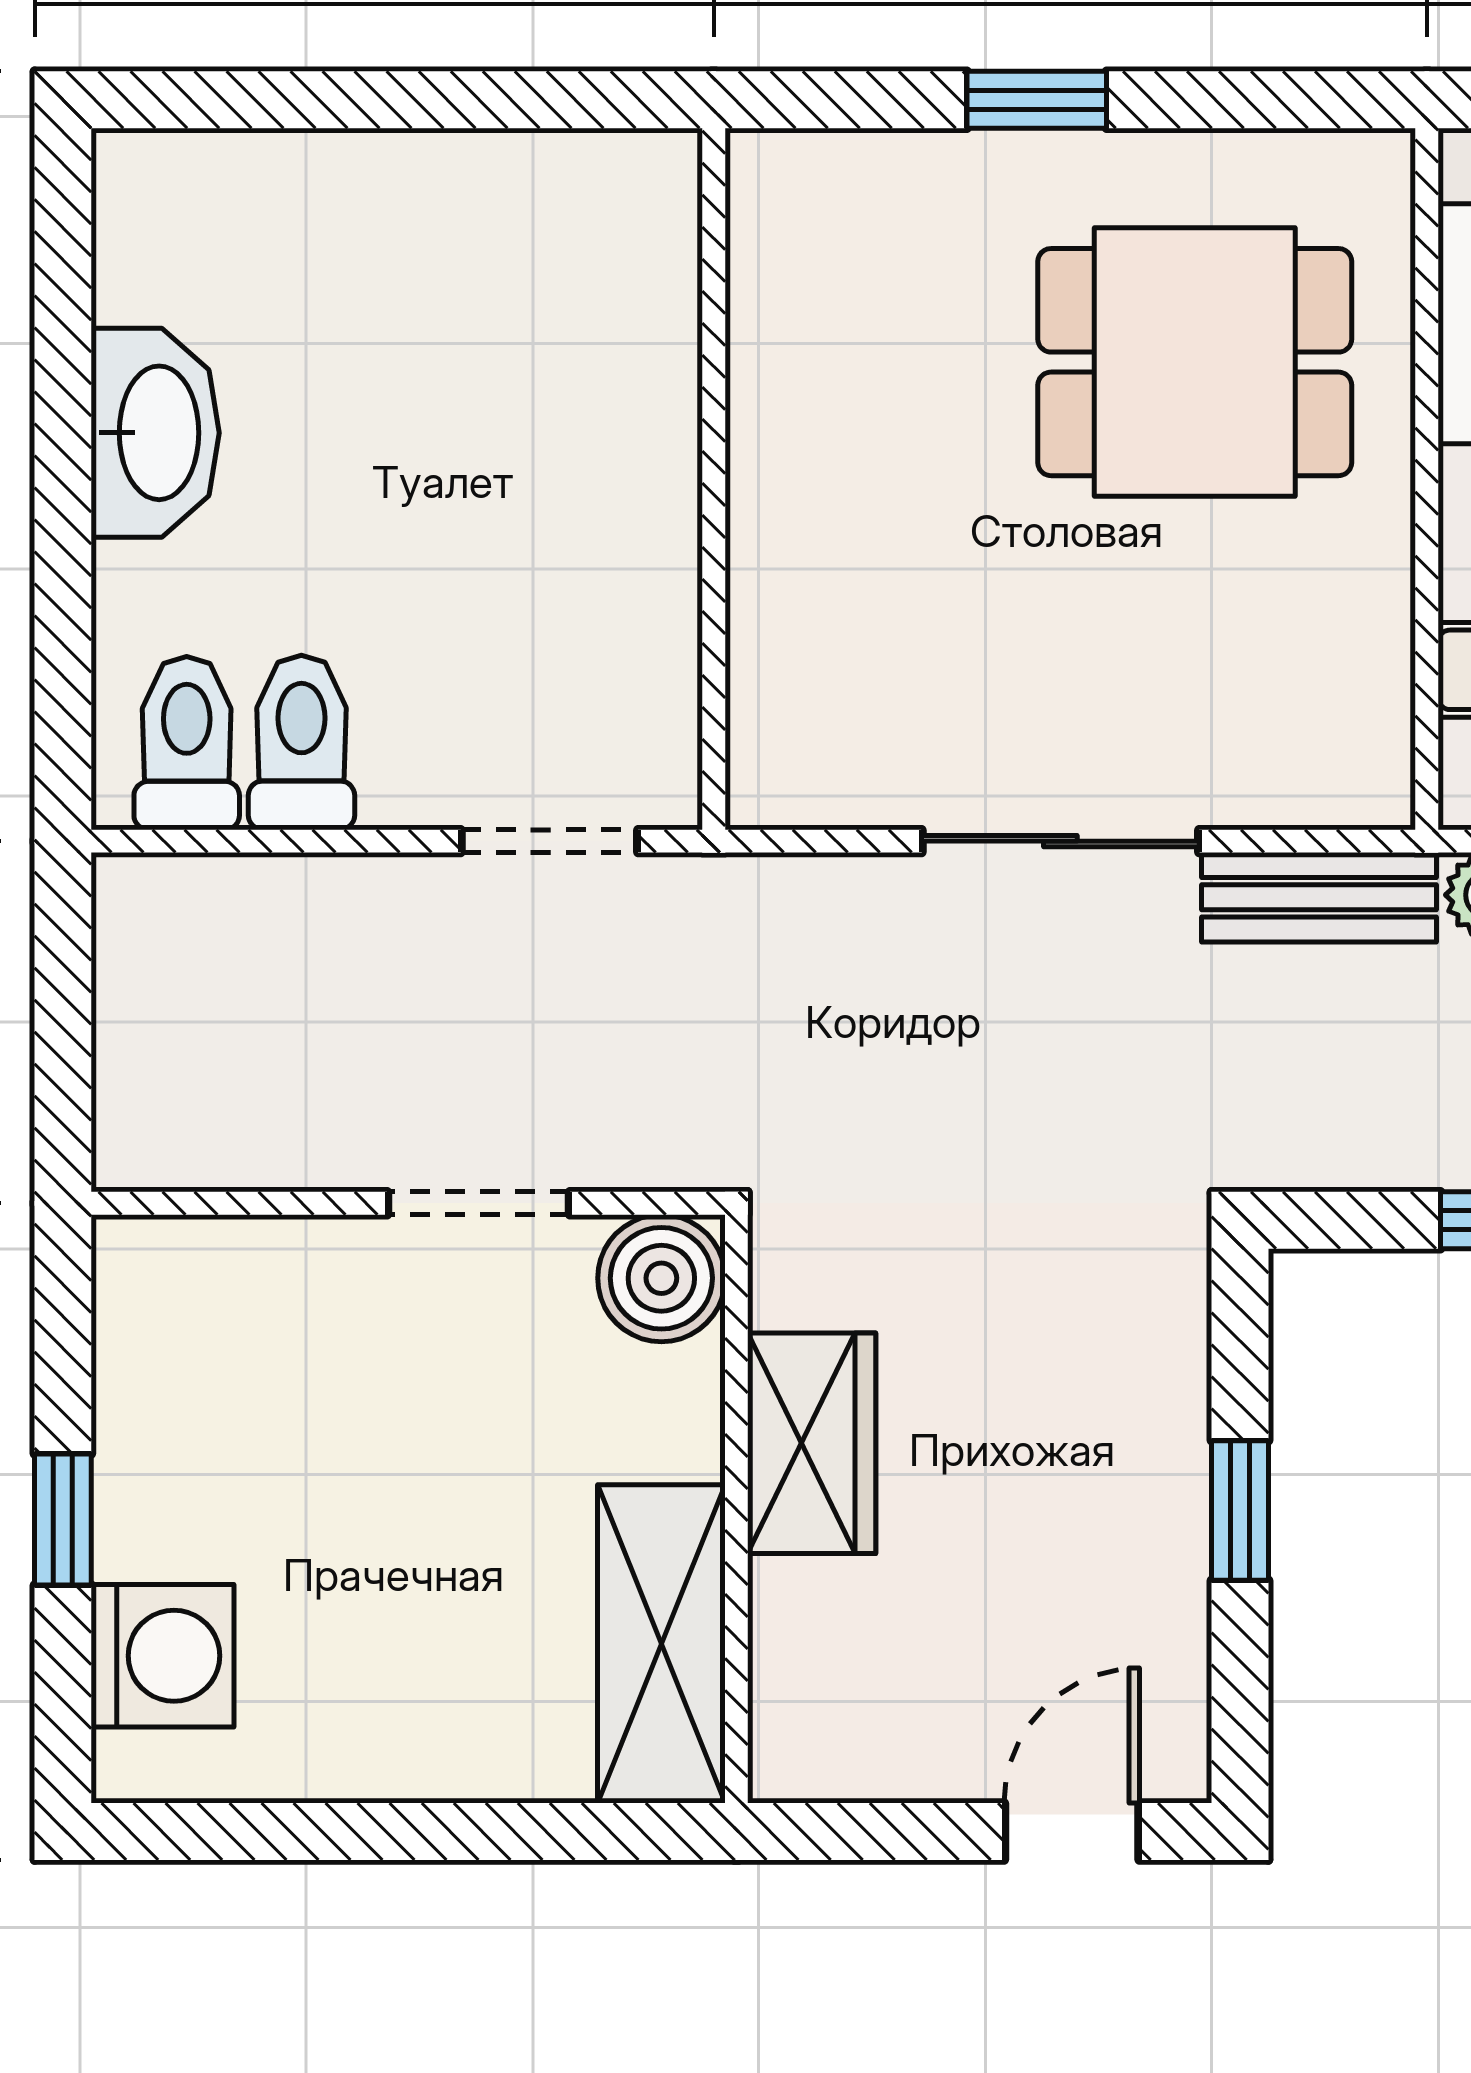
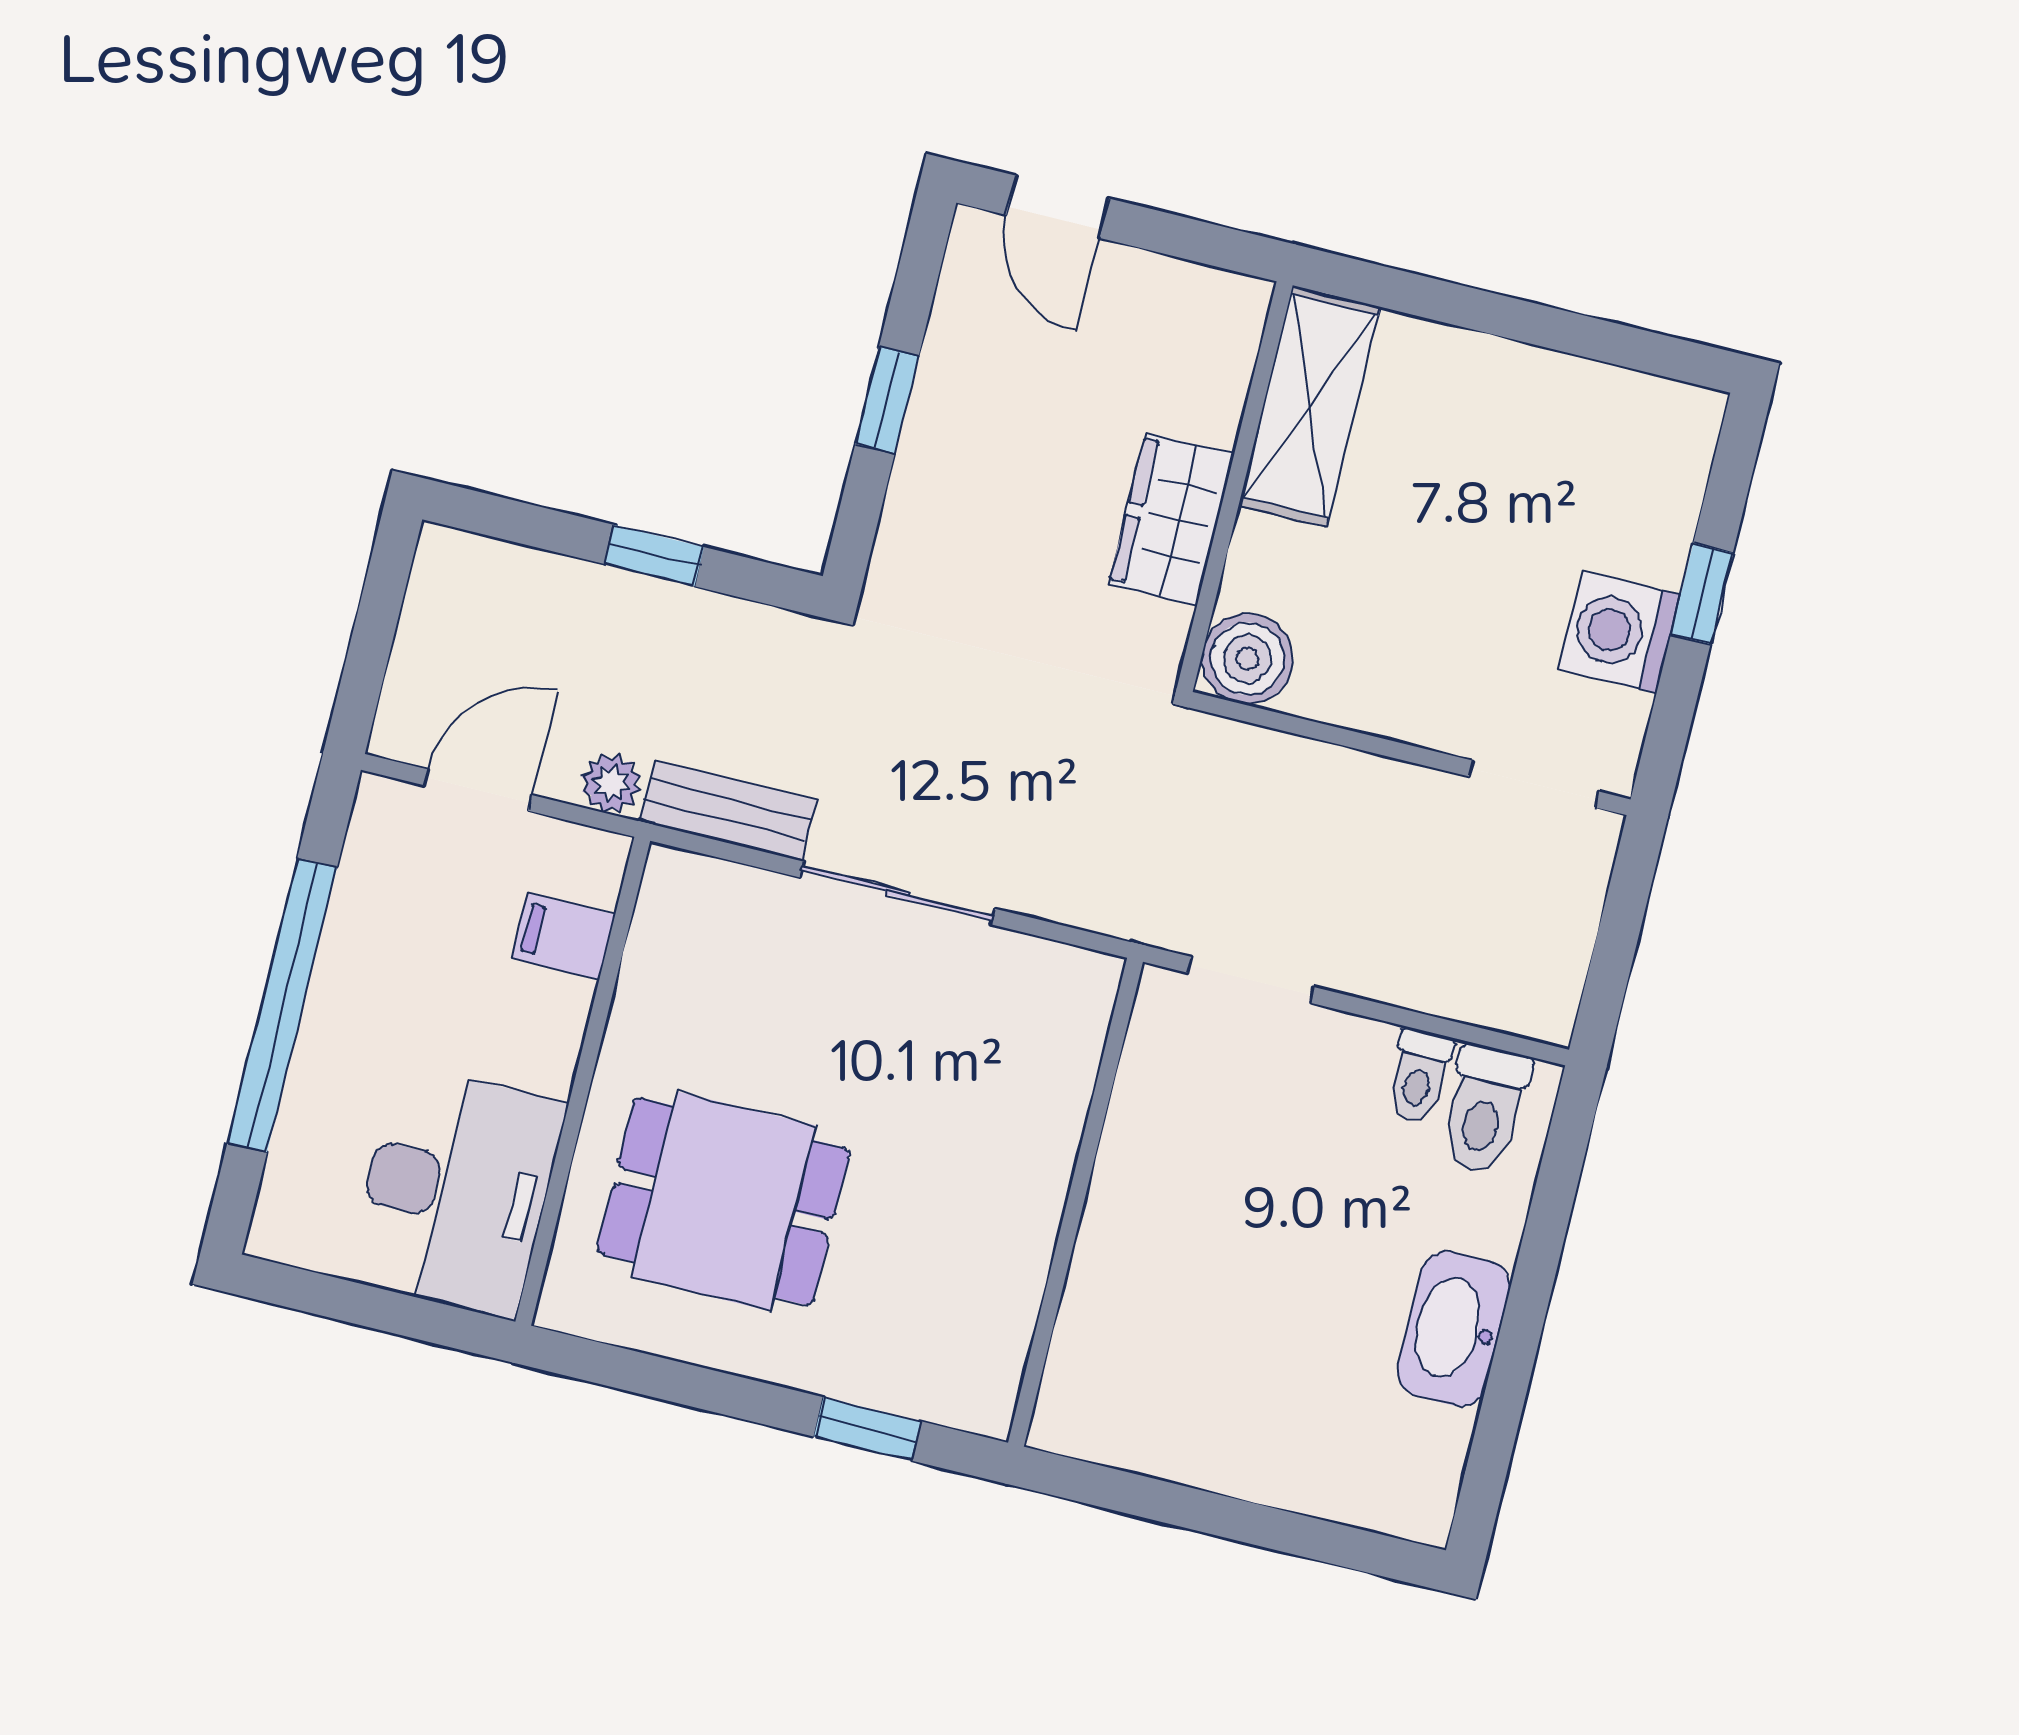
window: (1037, 100) -> (867, 1429), moved
toilet: (301, 742) -> (1419, 1076), width x0.73, depth x0.72
doorway: (479, 1203) -> (1534, 784), moved
washing machine: (163, 1656) -> (1619, 632), moved
door: (1072, 1831) -> (1058, 207), hinge flipped

